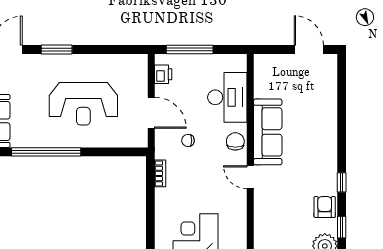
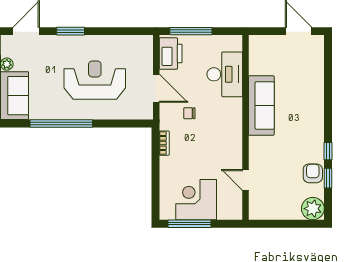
printer: (163, 74) -> (171, 54), width x1.87, depth x1.48
reception desk: (83, 104) -> (95, 80), turned 180
chair: (235, 141) -> (232, 114), removed
door: (250, 177) -> (246, 180), moved
window: (342, 227) -> (328, 178), moved

